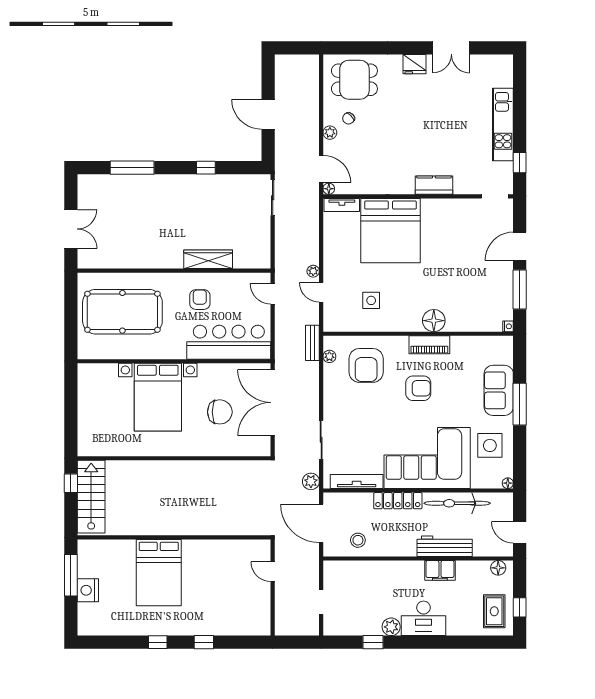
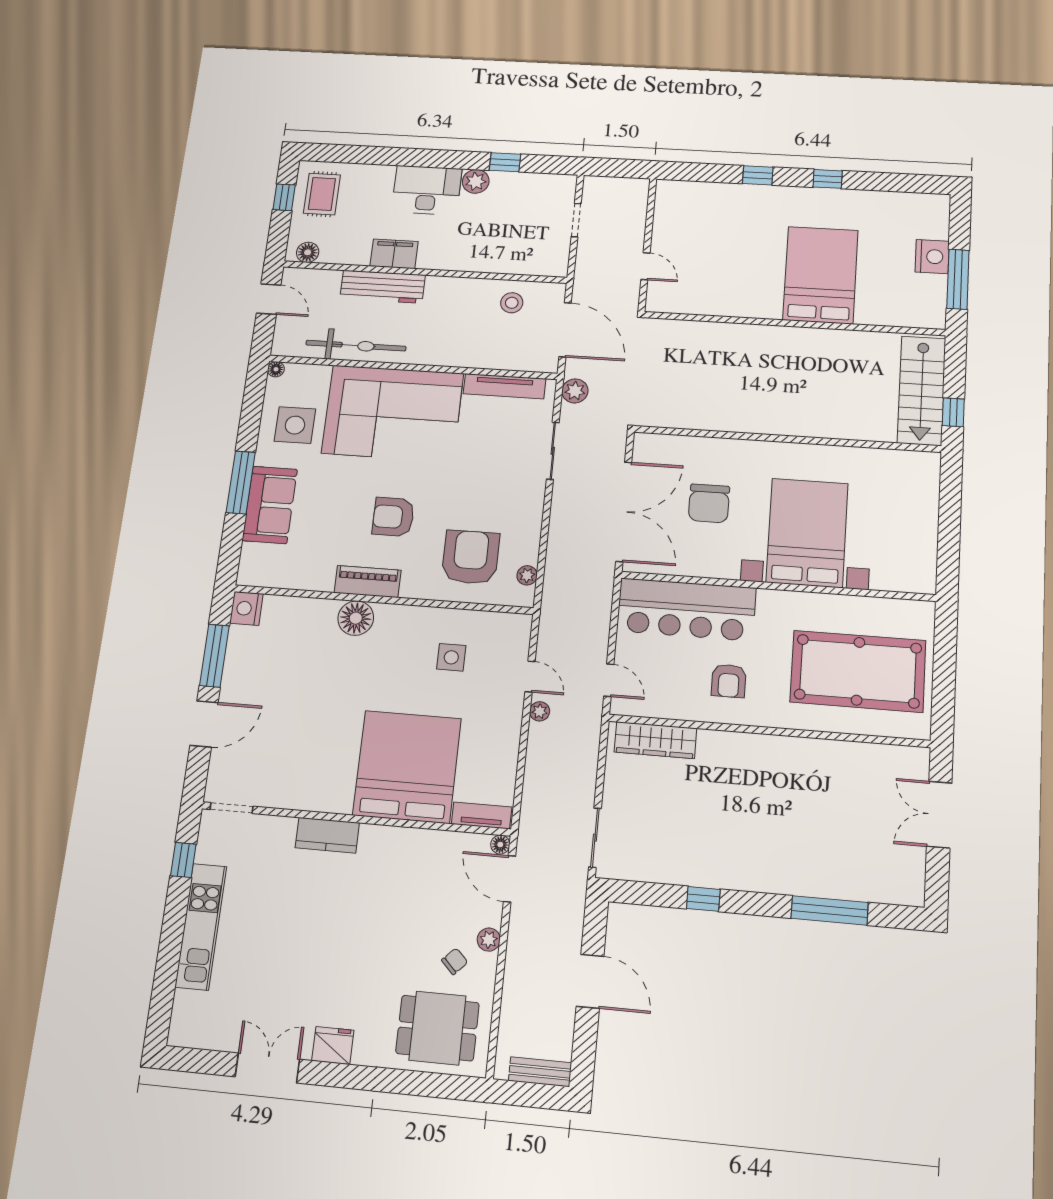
wardrobe: (208, 259) -> (655, 740), moved
nightstand: (508, 326) -> (246, 608), width x1.89, depth x1.79
bench: (312, 343) -> (540, 1072), moved, turned 90
chair: (220, 412) -> (709, 503), turned -90
locker: (398, 501) -> (445, 355), removed

